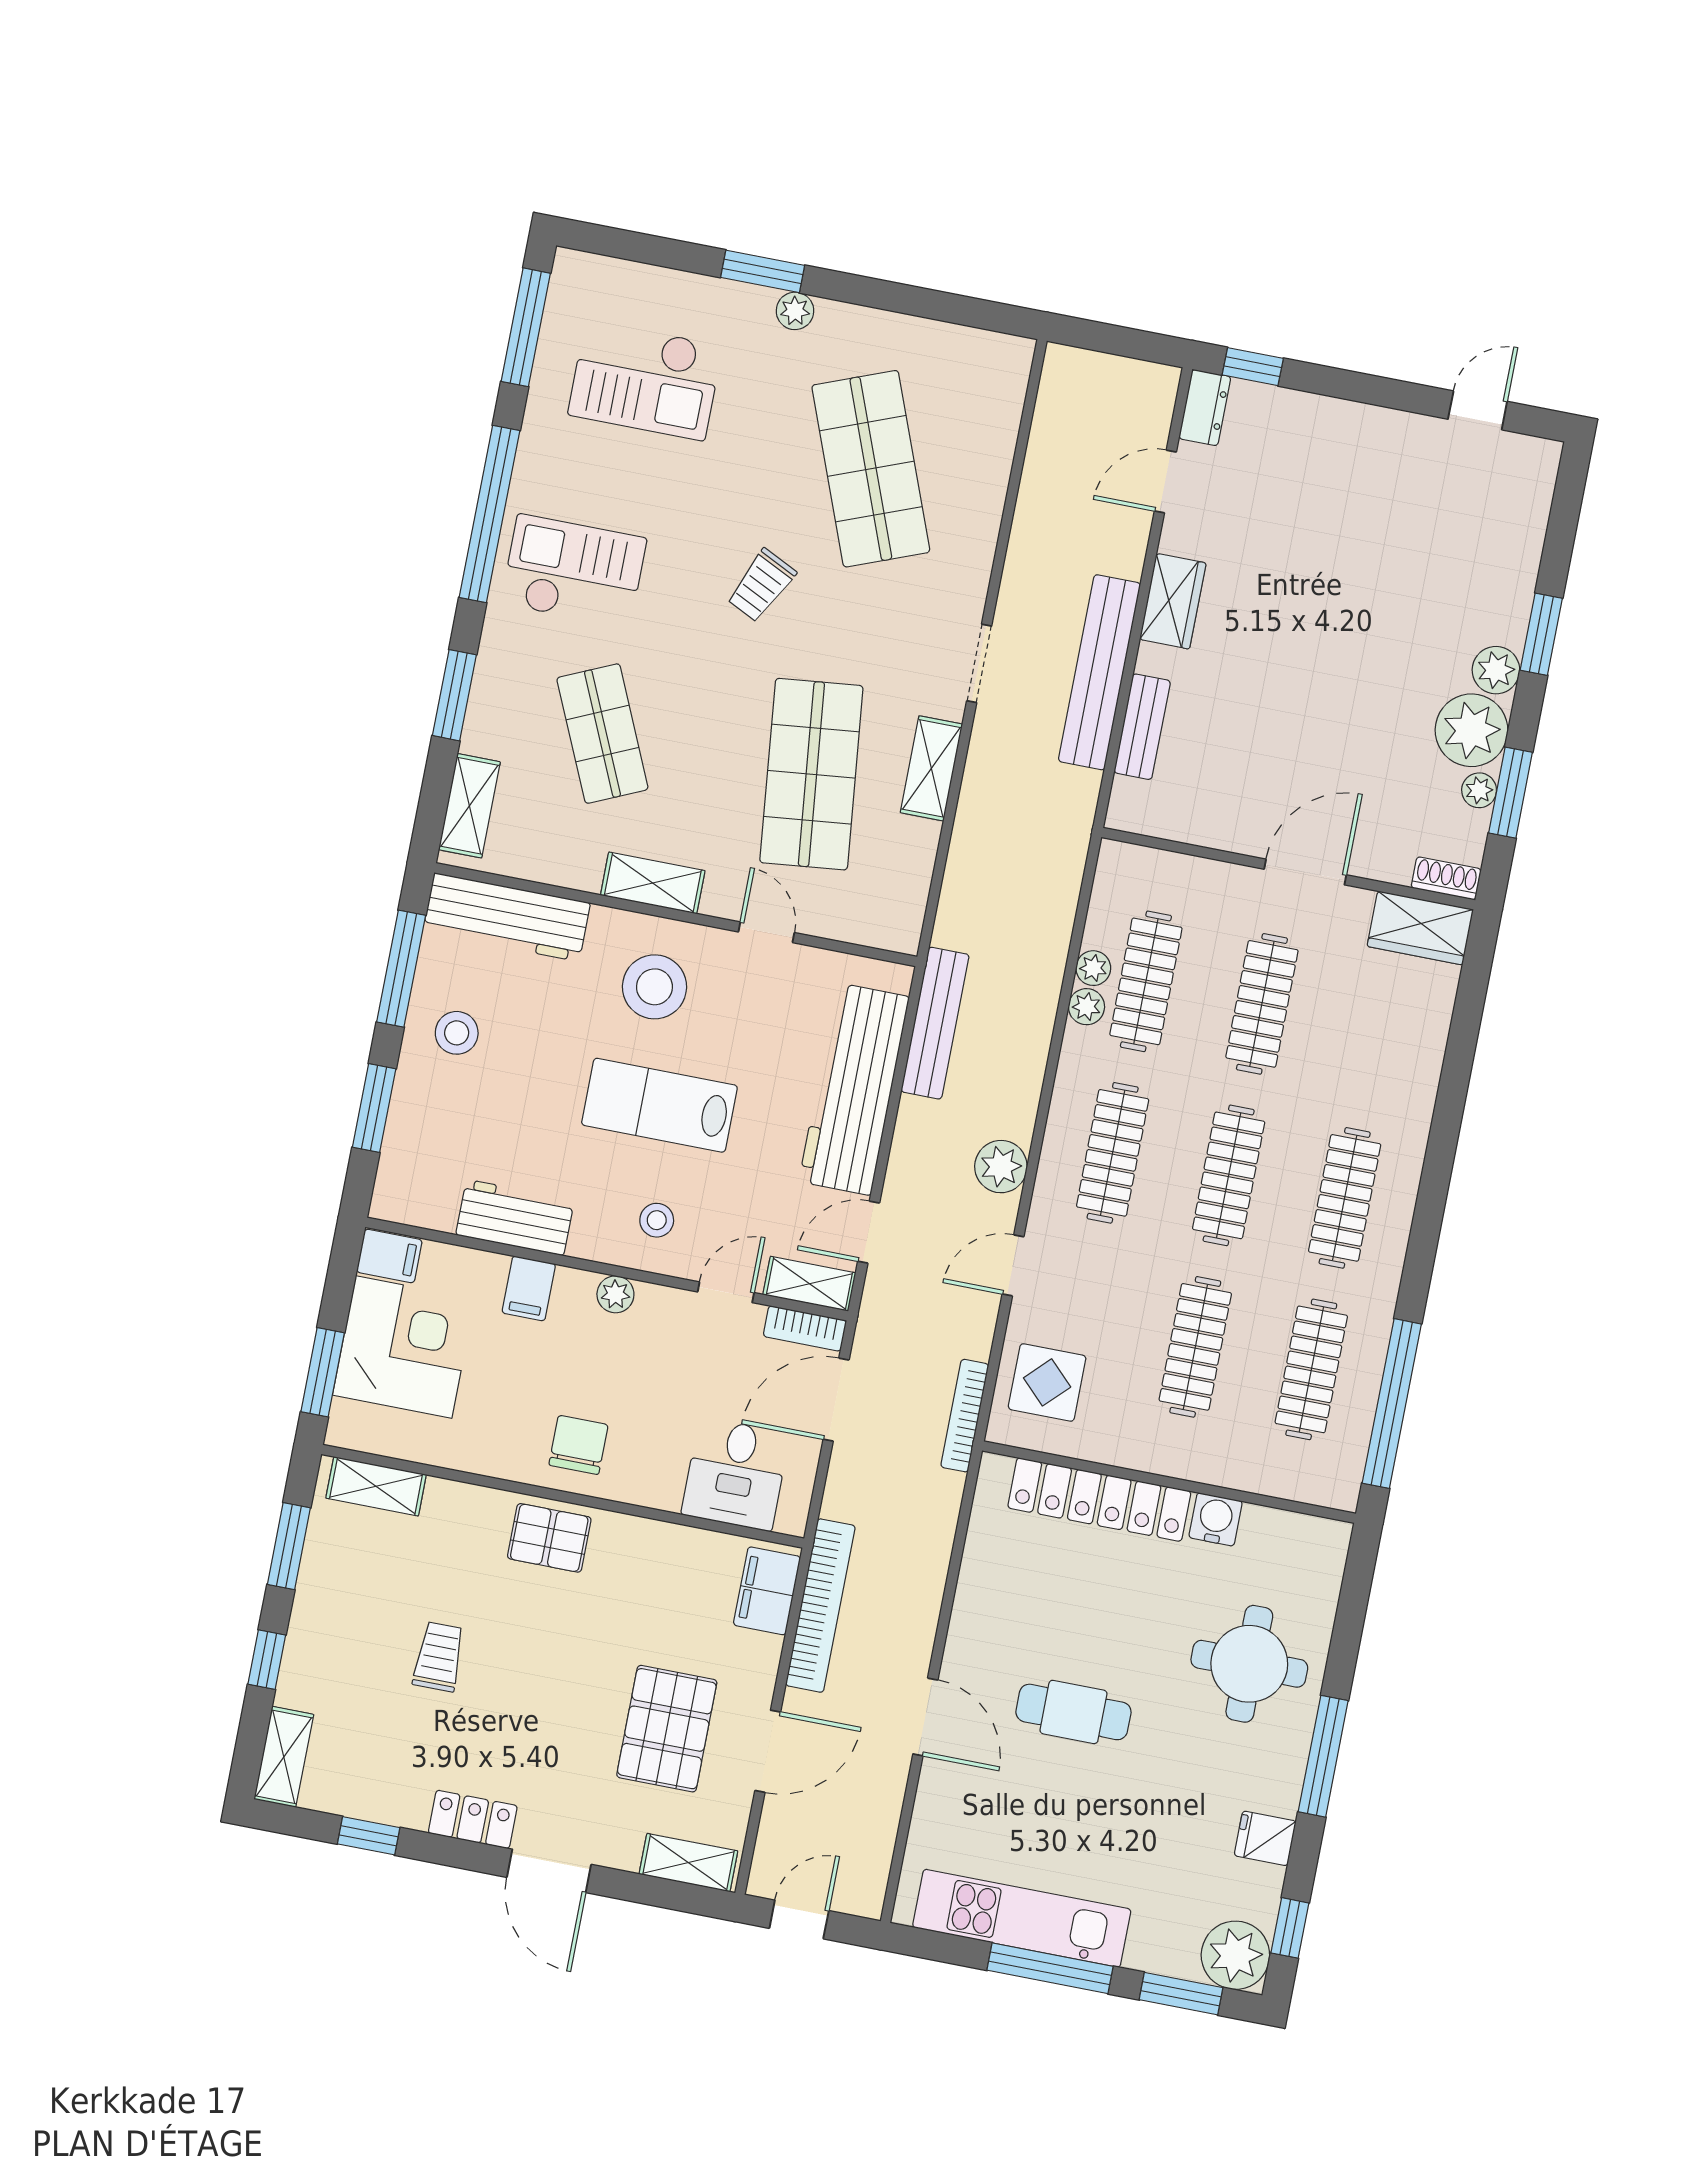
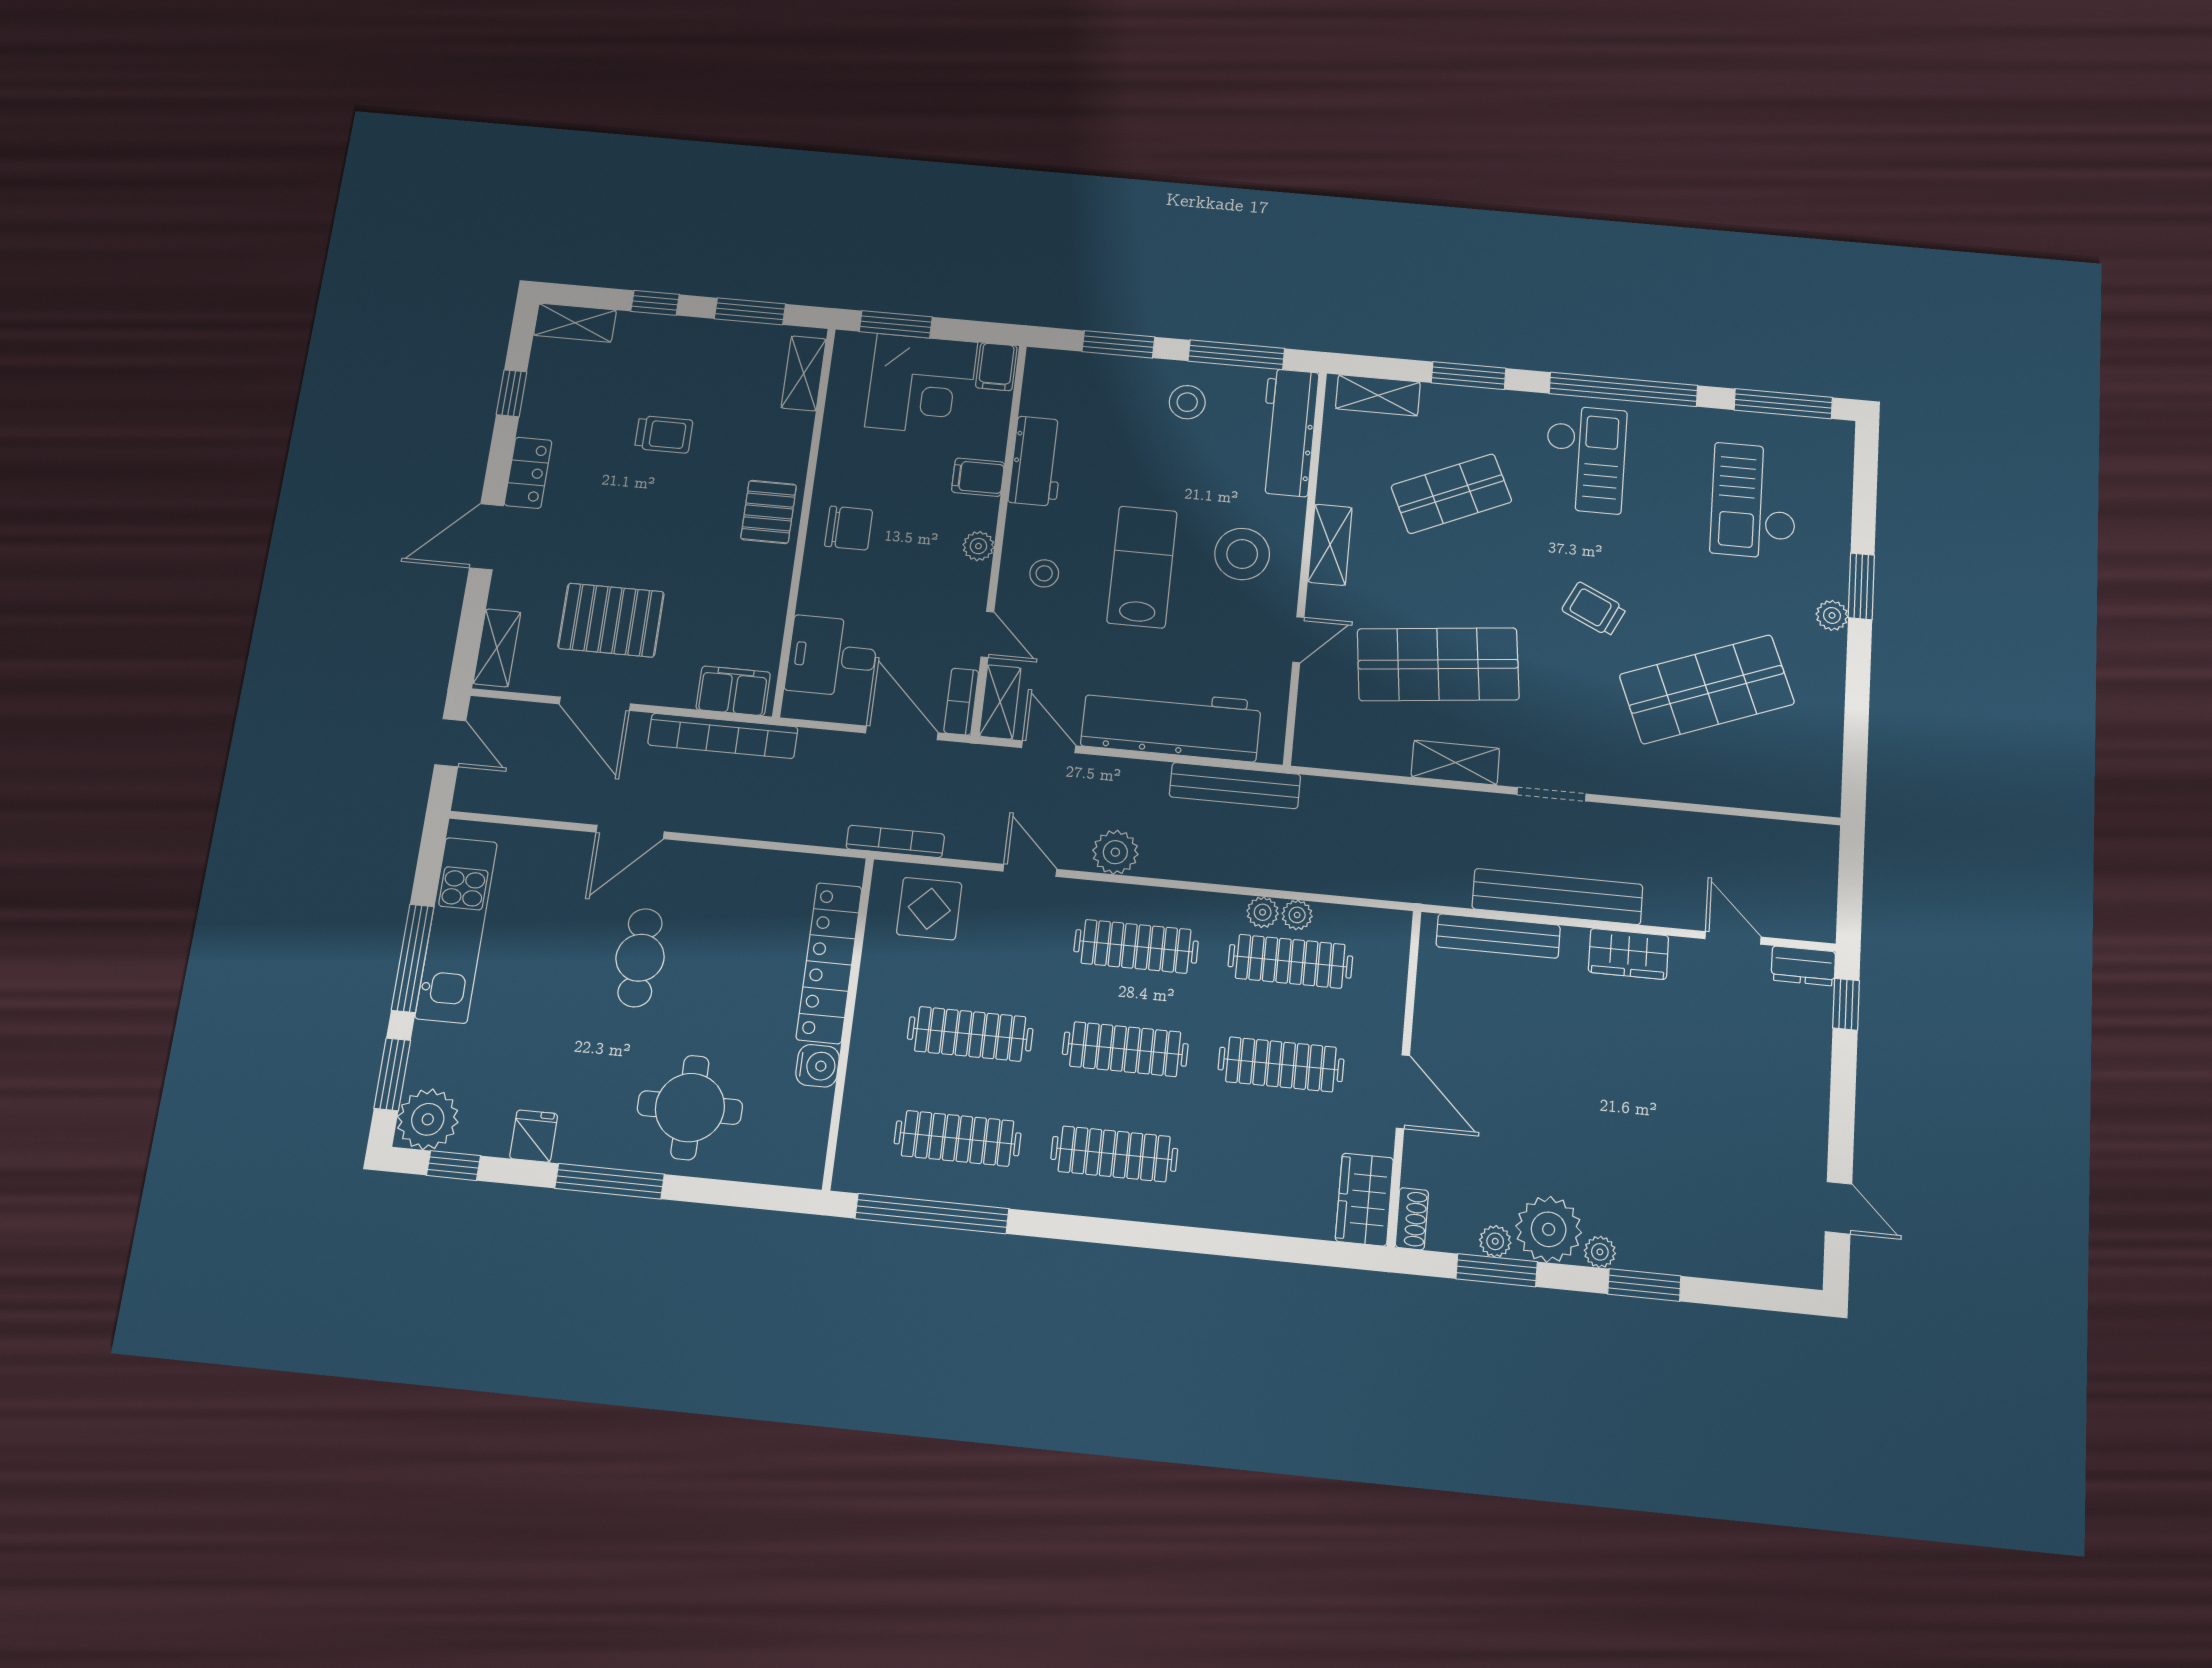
plant: (1496, 670) -> (1600, 1252), width x0.73, depth x0.73
bench: (1142, 727) -> (1498, 936), width x1.36

